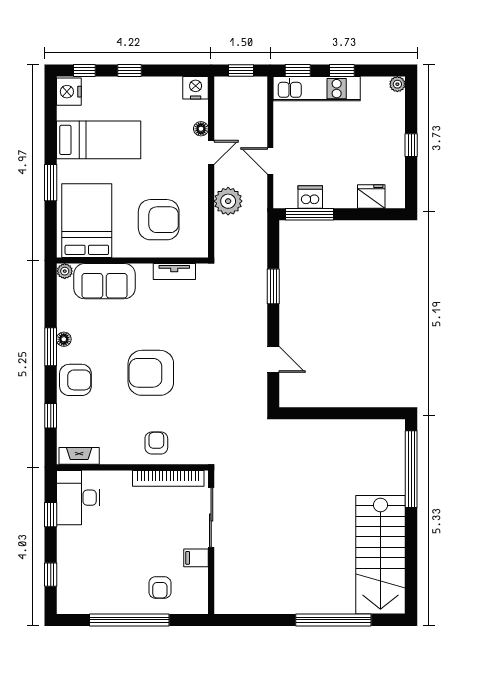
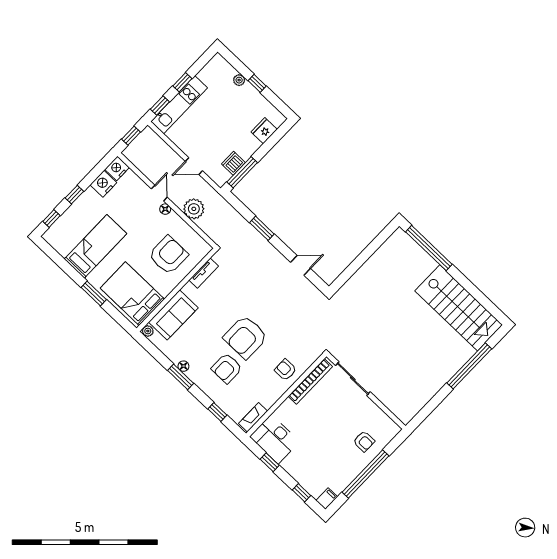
plant: (397, 84) -> (239, 80), moved
nightstand: (69, 92) -> (103, 184), moved, turned 90
floor lamp: (201, 129) -> (165, 209), moved
armchair: (75, 380) -> (227, 368), moved, turned 180
filing cabinet: (196, 558) -> (327, 499), moved, turned 180

